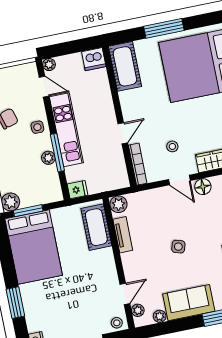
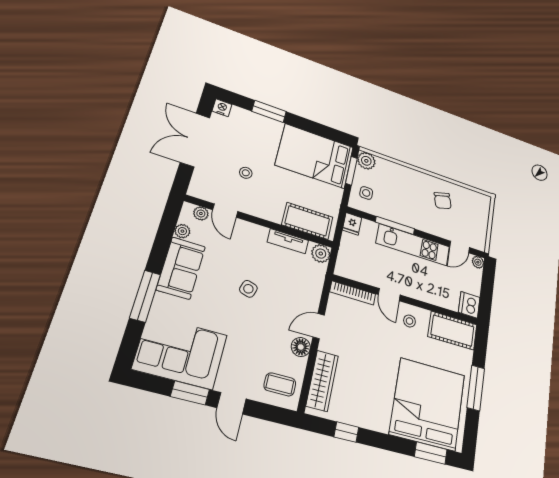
side table: (37, 127) -> (366, 193), moved
stool: (172, 146) -> (409, 321), moved
plant: (48, 158) -> (393, 215), removed
stool: (117, 323) -> (246, 173), moved

